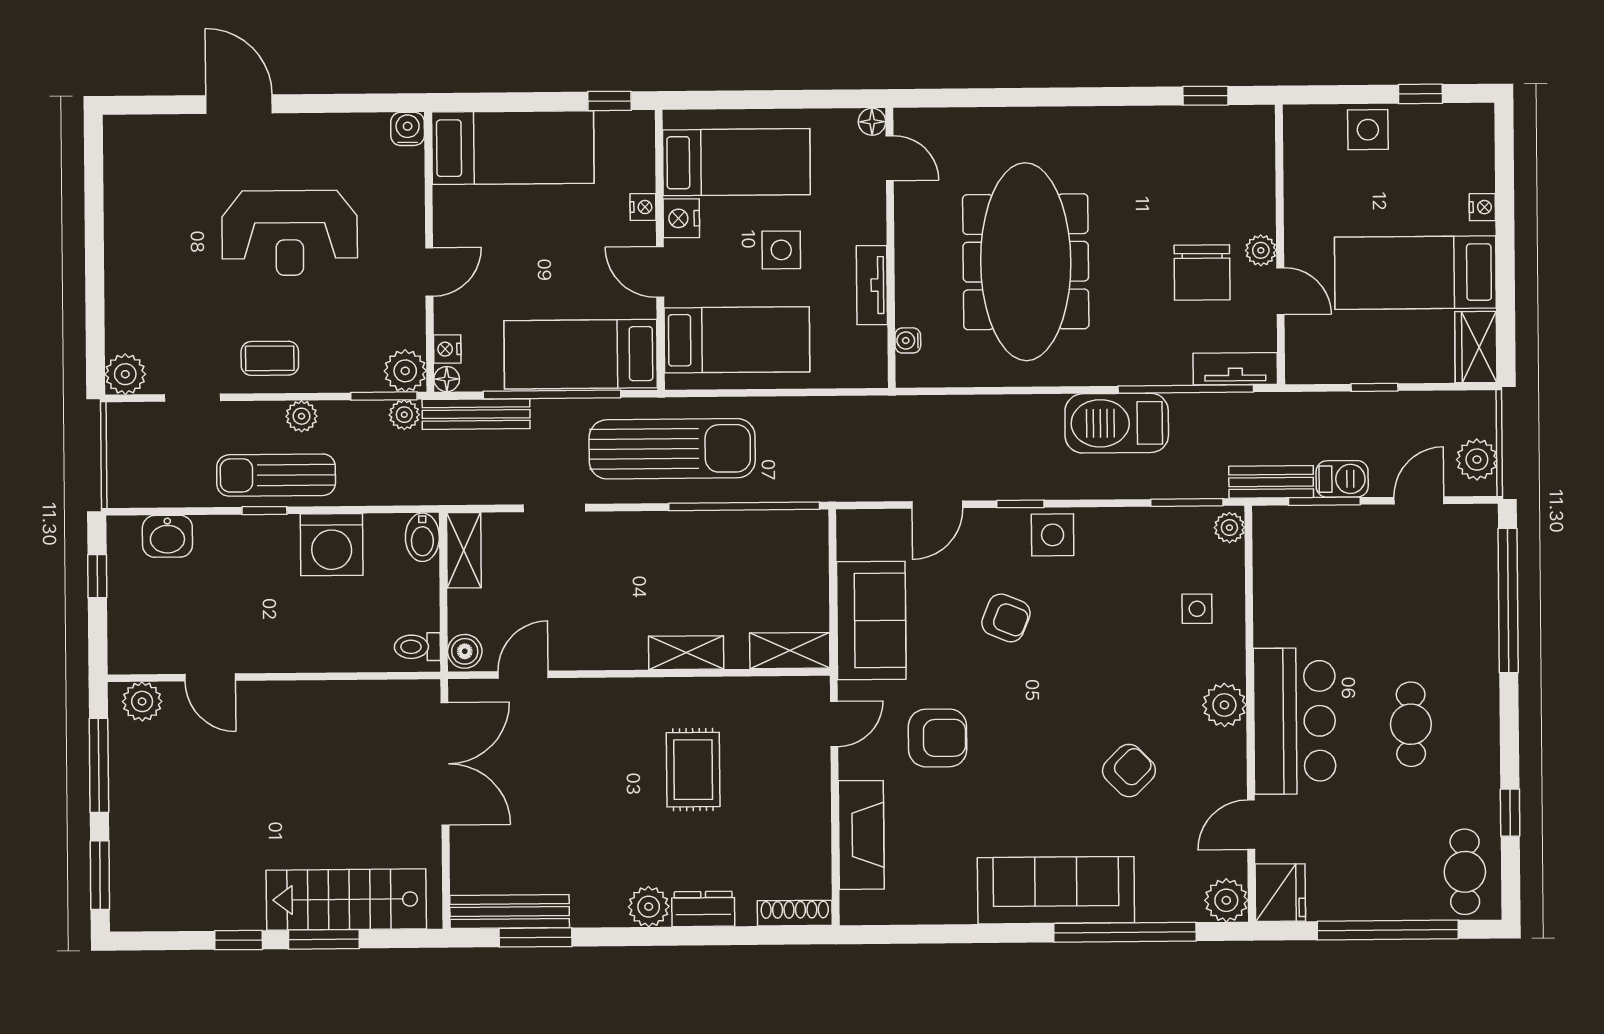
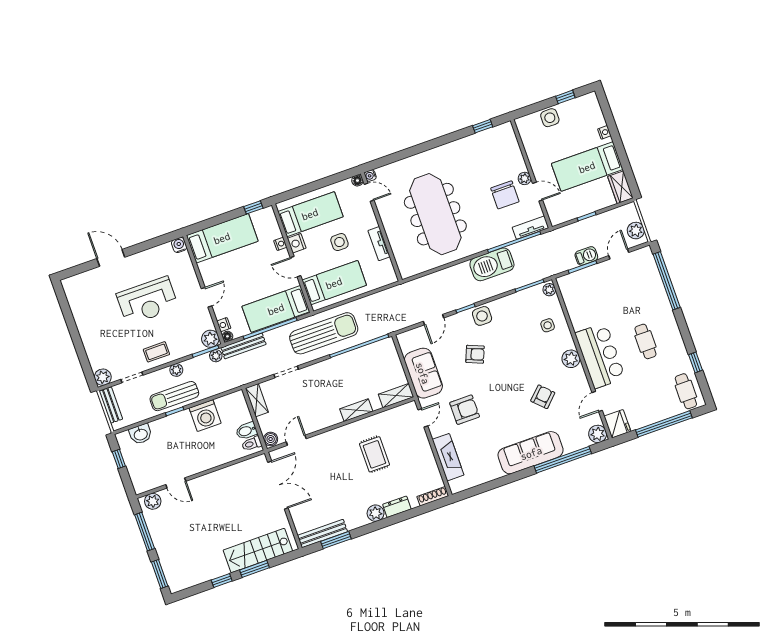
water cooler: (908, 340) -> (370, 176), moved
bench: (1271, 482) -> (111, 405), moved, turned 90
bidet: (422, 537) -> (246, 431), moved, turned 90

